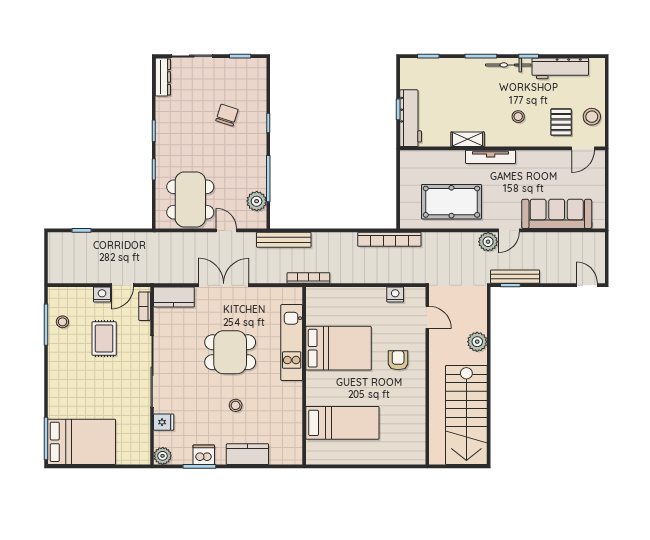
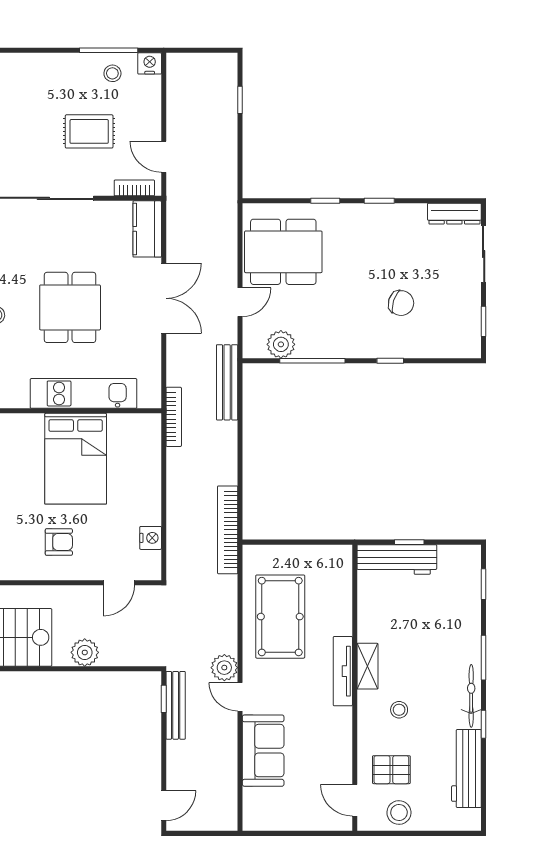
shelving: (468, 139) -> (367, 666), moved
sofa: (557, 214) -> (263, 751), width x0.73
nightstand: (102, 295) -> (150, 63), moved, turned -90

